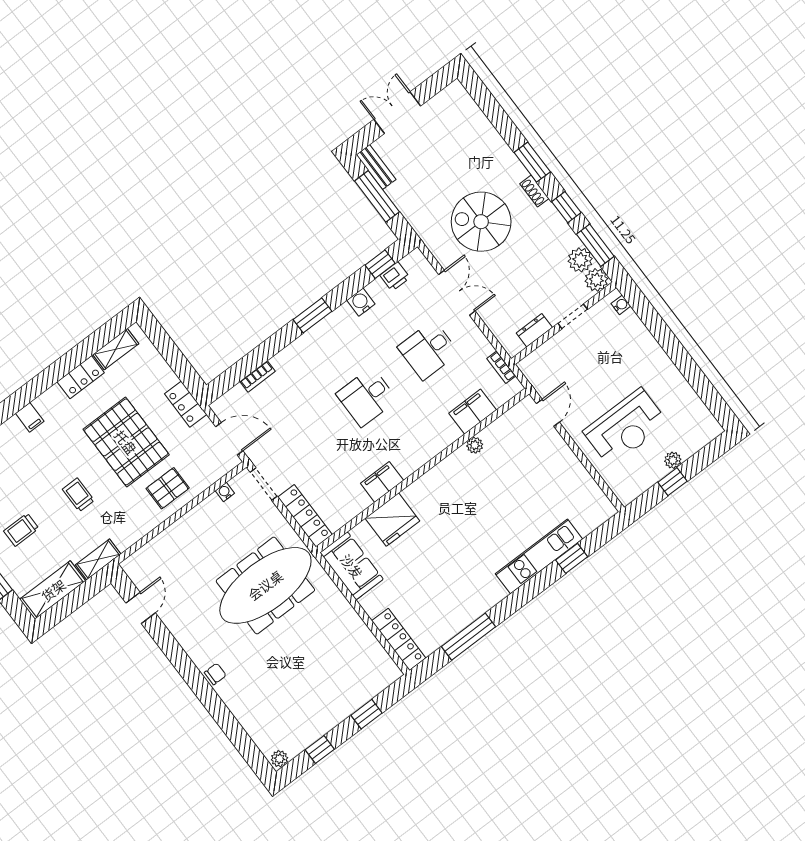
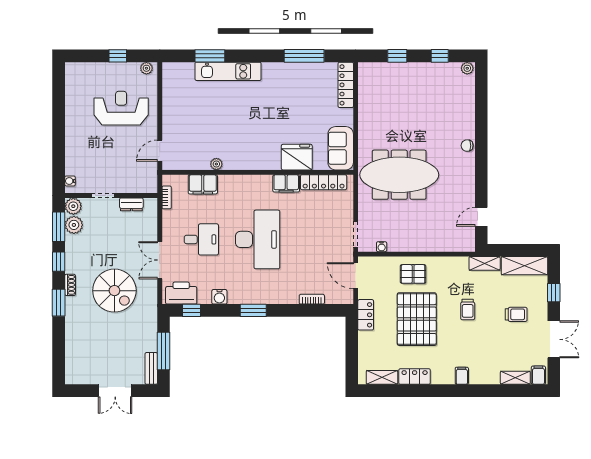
printer: (395, 277) -> (181, 293), width x1.87, depth x1.48
desk: (367, 397) -> (258, 239), width x1.87, depth x1.30
plant: (673, 460) -> (146, 68), moved
locker: (305, 516) -> (324, 182), moved, turned -90
window: (572, 558) -> (210, 56), width x1.50

